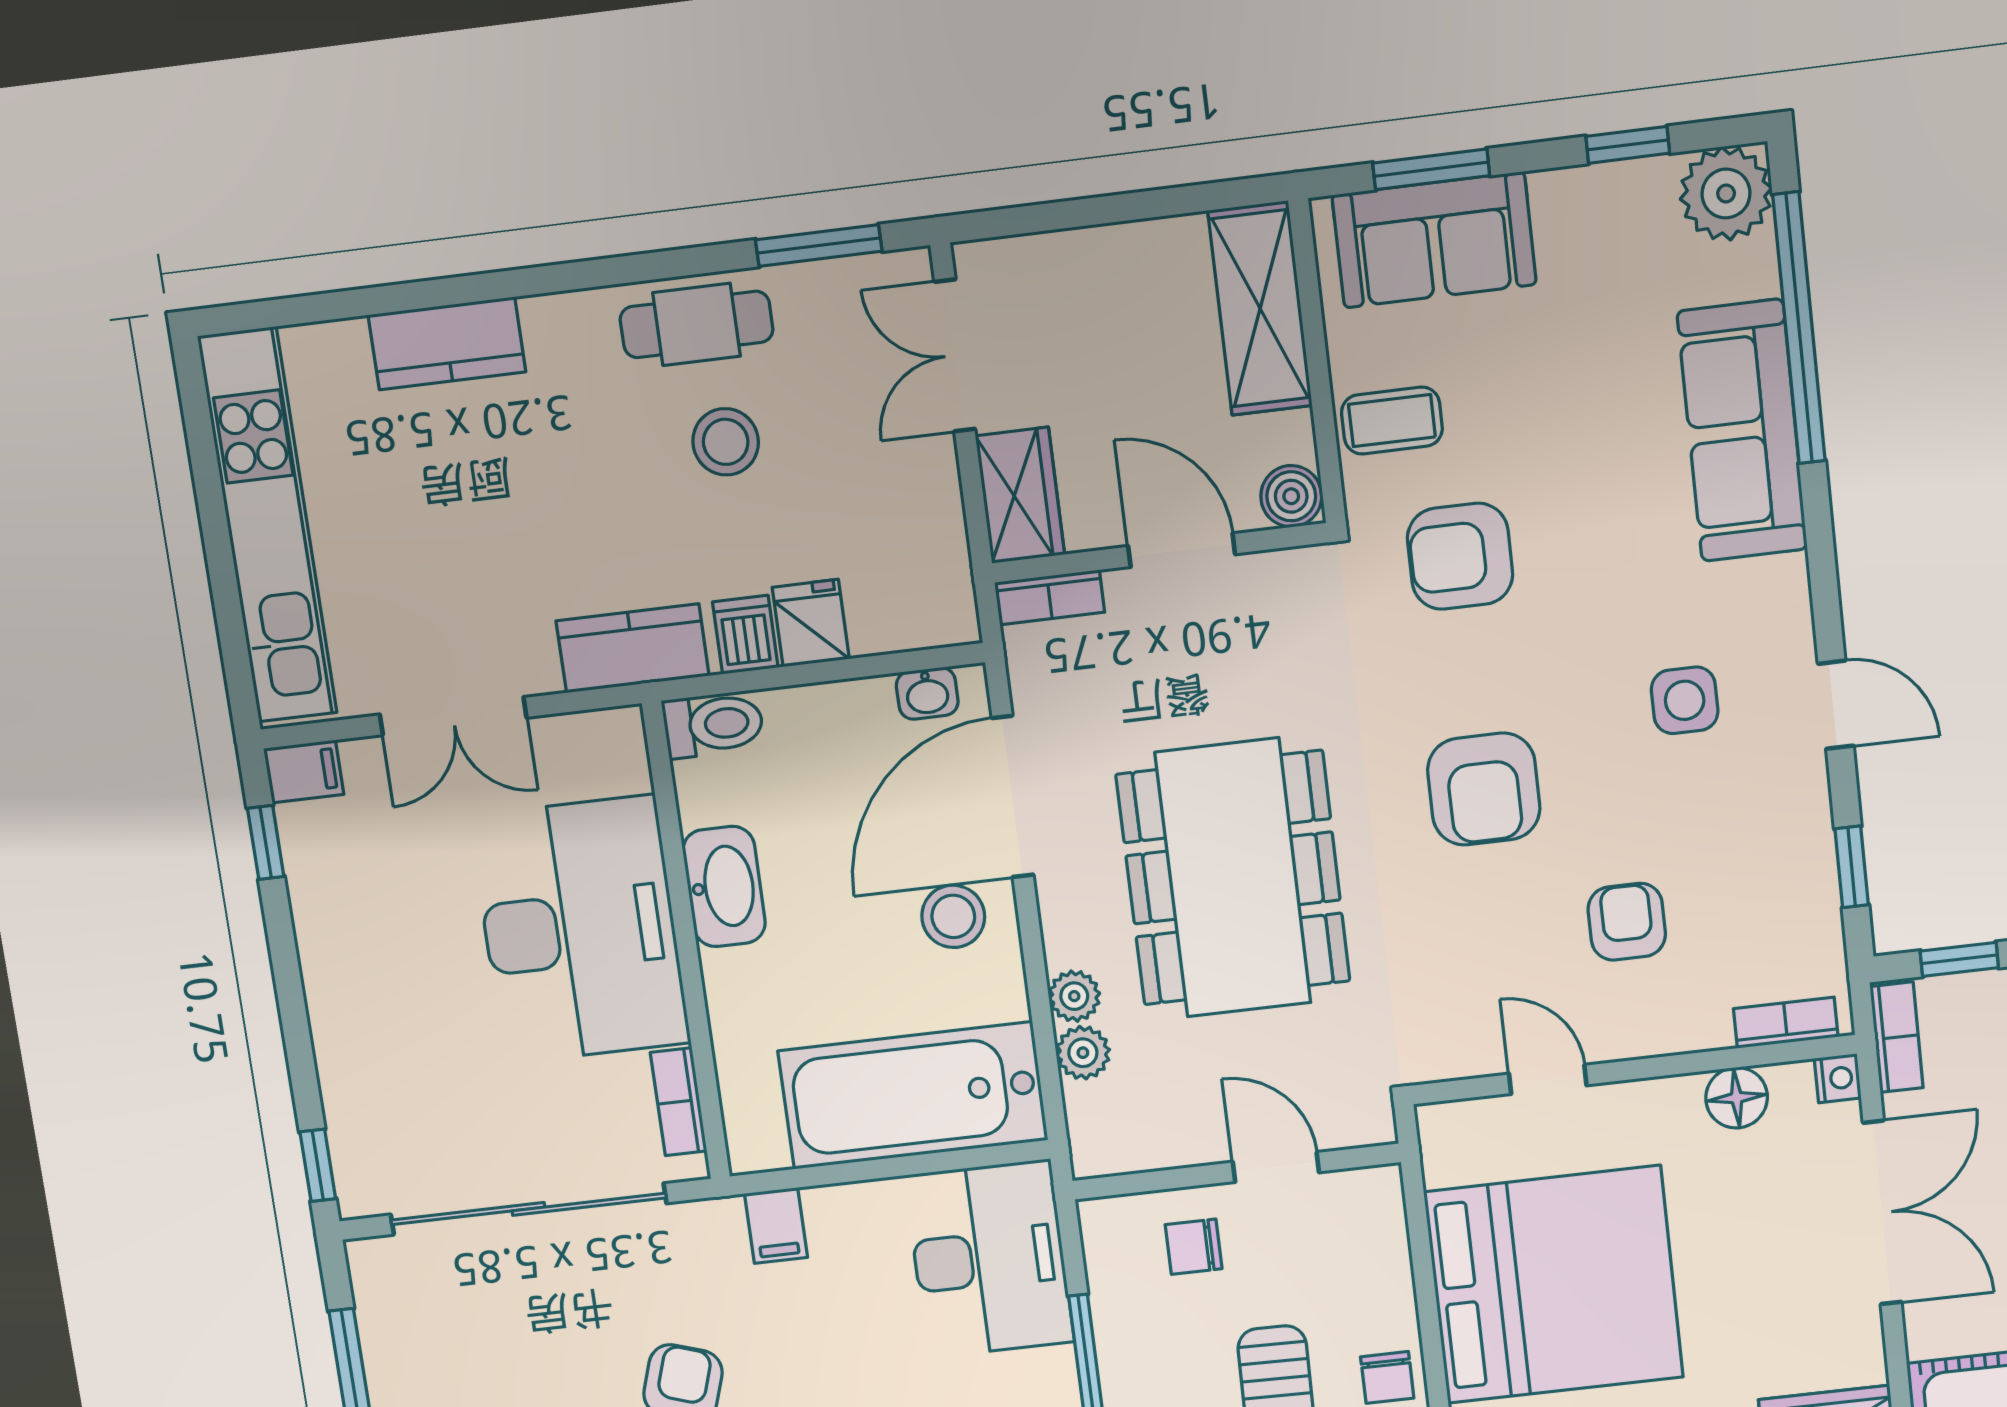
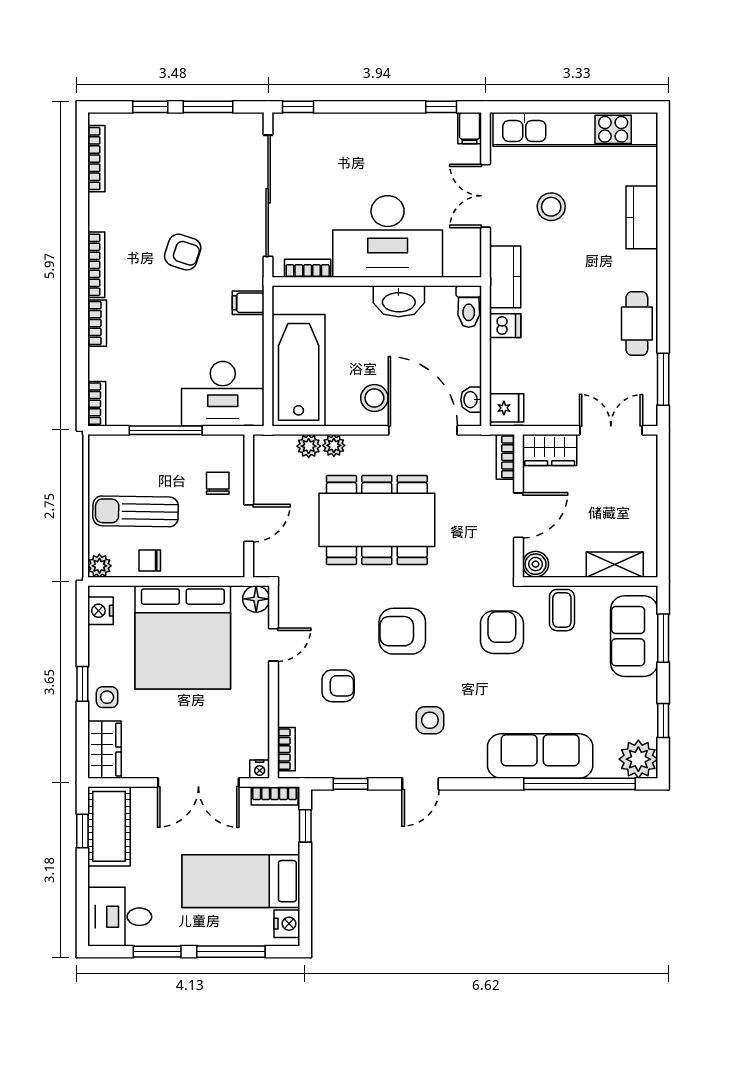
shelving: (1260, 309) -> (615, 565), width x0.67, depth x0.75
stool: (726, 442) -> (551, 207), moved
fridge: (811, 623) -> (507, 408), moved
floor lamp: (1737, 1098) -> (256, 599), moved

